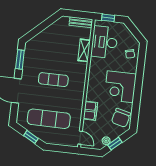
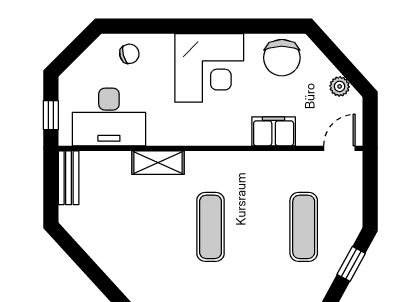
shelving: (84, 50) -> (158, 163), moved
chair: (121, 118) -> (282, 58), turned 76
exercise mat: (49, 119) -> (304, 227), width x0.73, depth x0.69
window: (115, 144) -> (344, 65), removed

